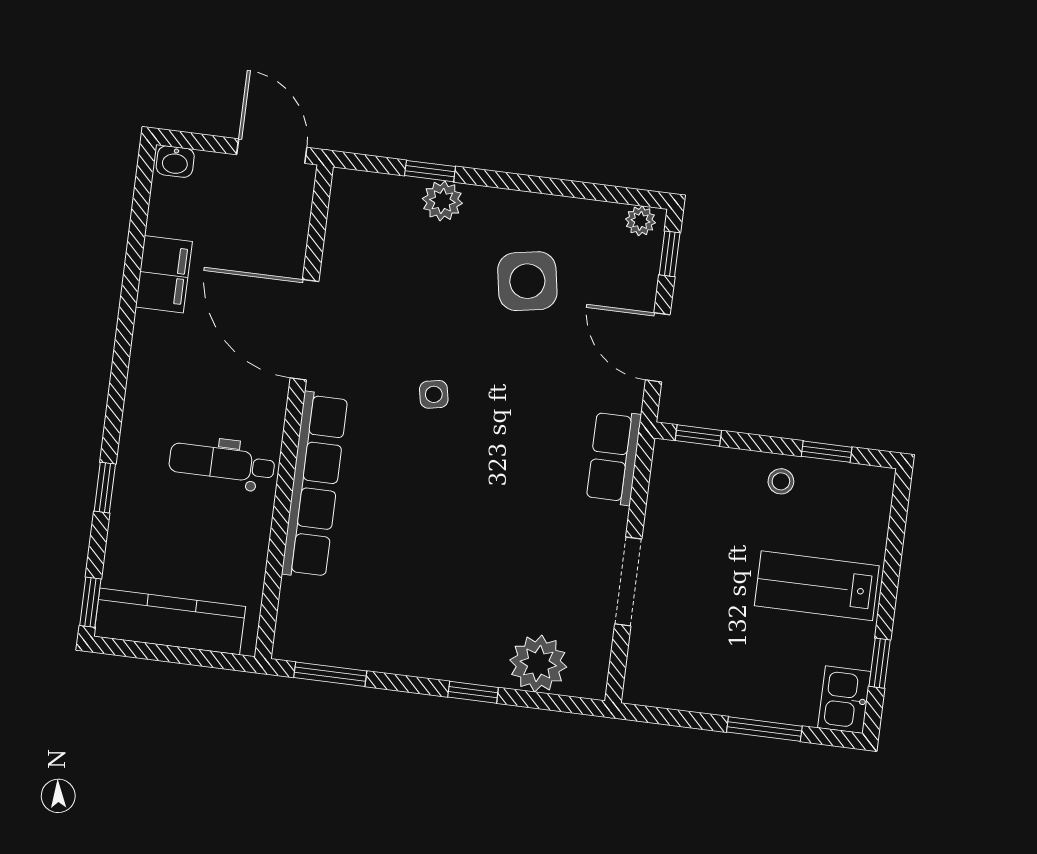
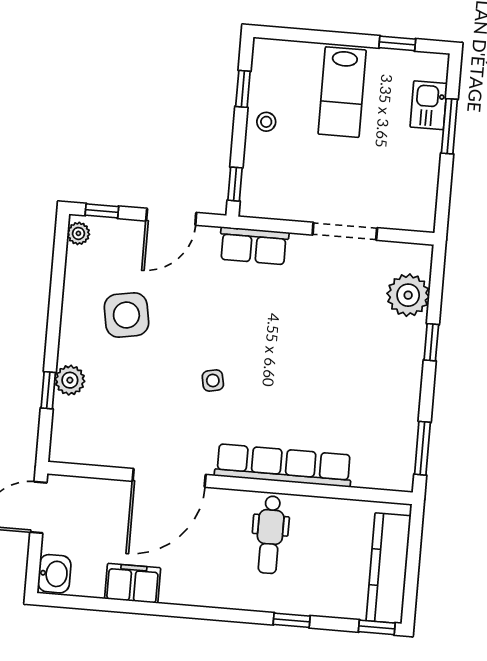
washbasin: (175, 162) -> (54, 574), width x1.38, depth x1.45
kitchen sink: (844, 700) -> (429, 105), moved, turned 90

